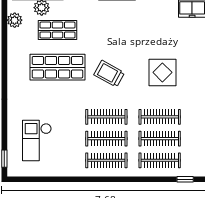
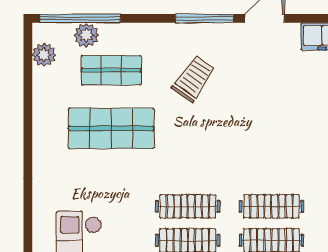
display table: (162, 72) -> (276, 137), removed
trolley: (109, 74) -> (193, 79), moved, turned 96

